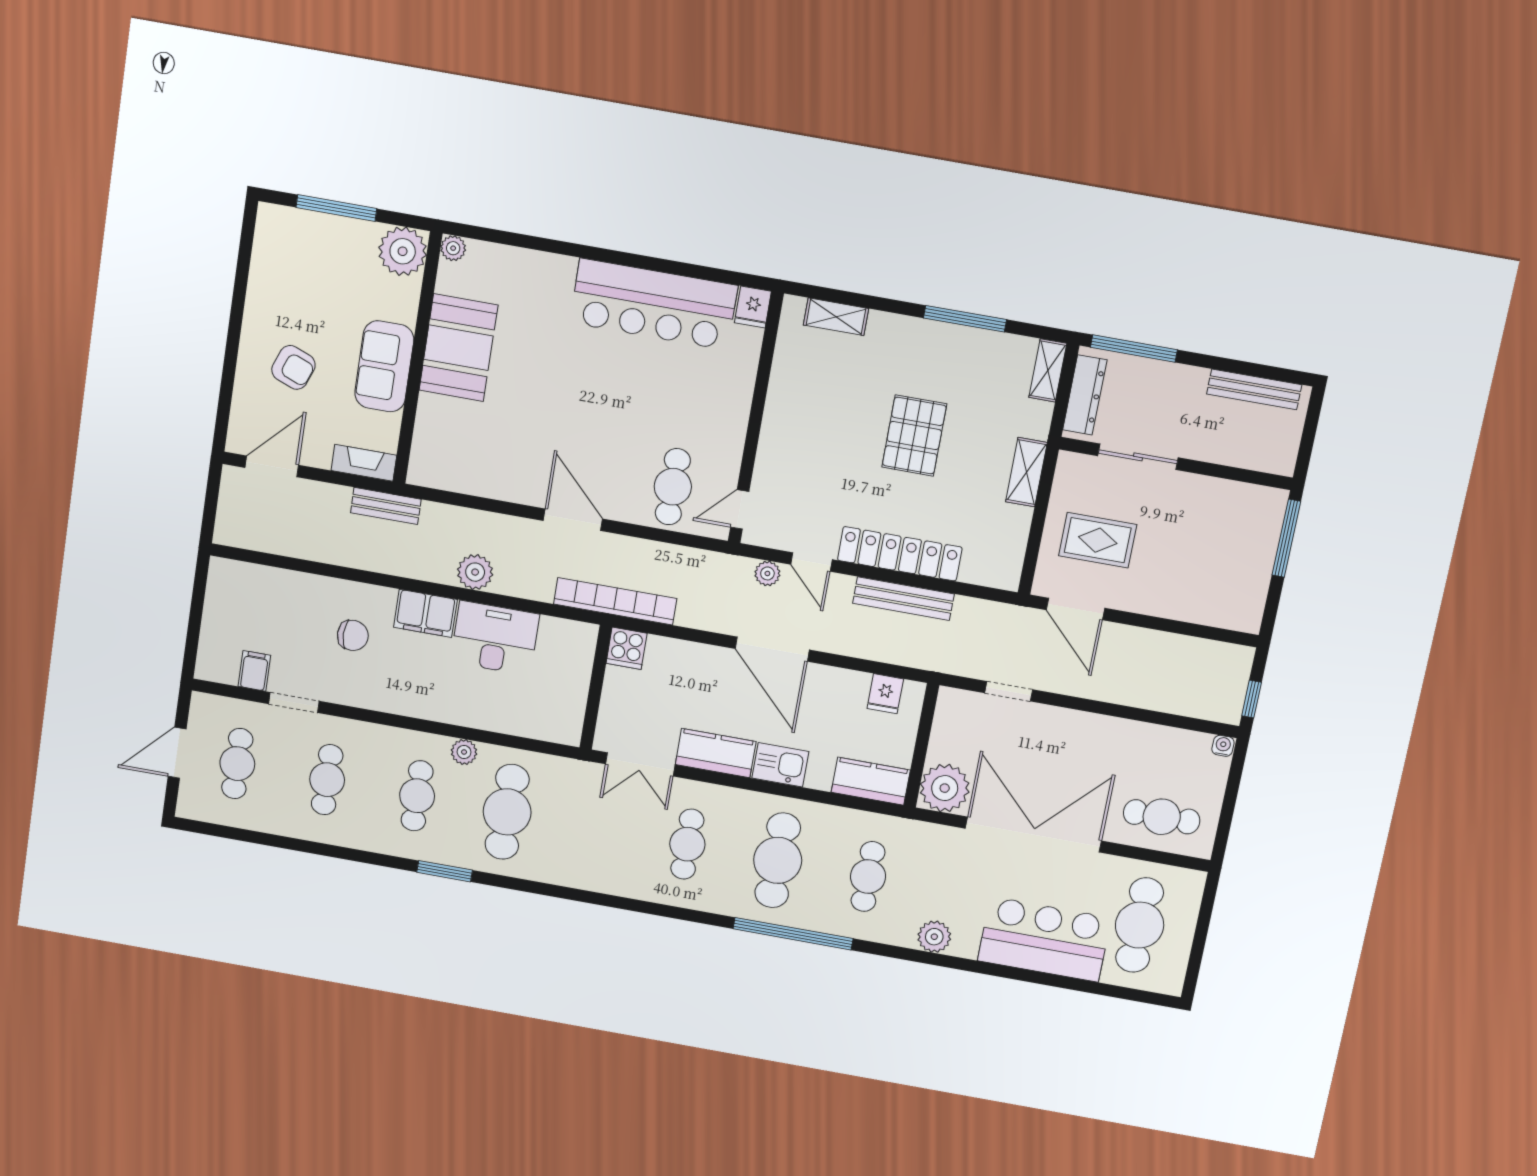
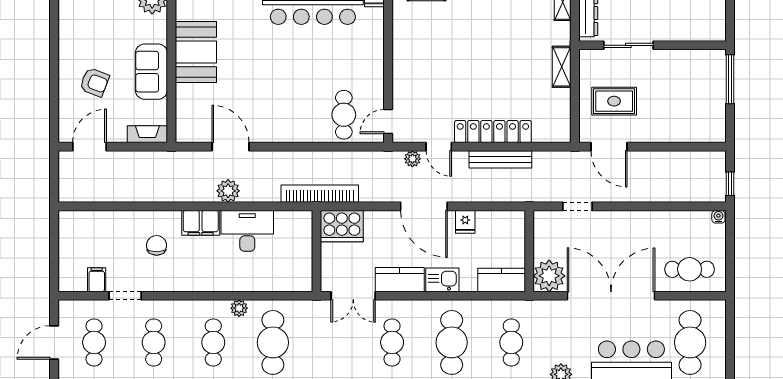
pallet: (914, 436) -> (488, 56), removed
bench: (386, 506) -> (165, 159), removed
door: (573, 520) -> (230, 147), moved
chair: (353, 635) -> (157, 245), turned -90
cooker: (627, 648) -> (342, 226), width x1.87, depth x1.31
fridge: (885, 694) -> (465, 222), moved

